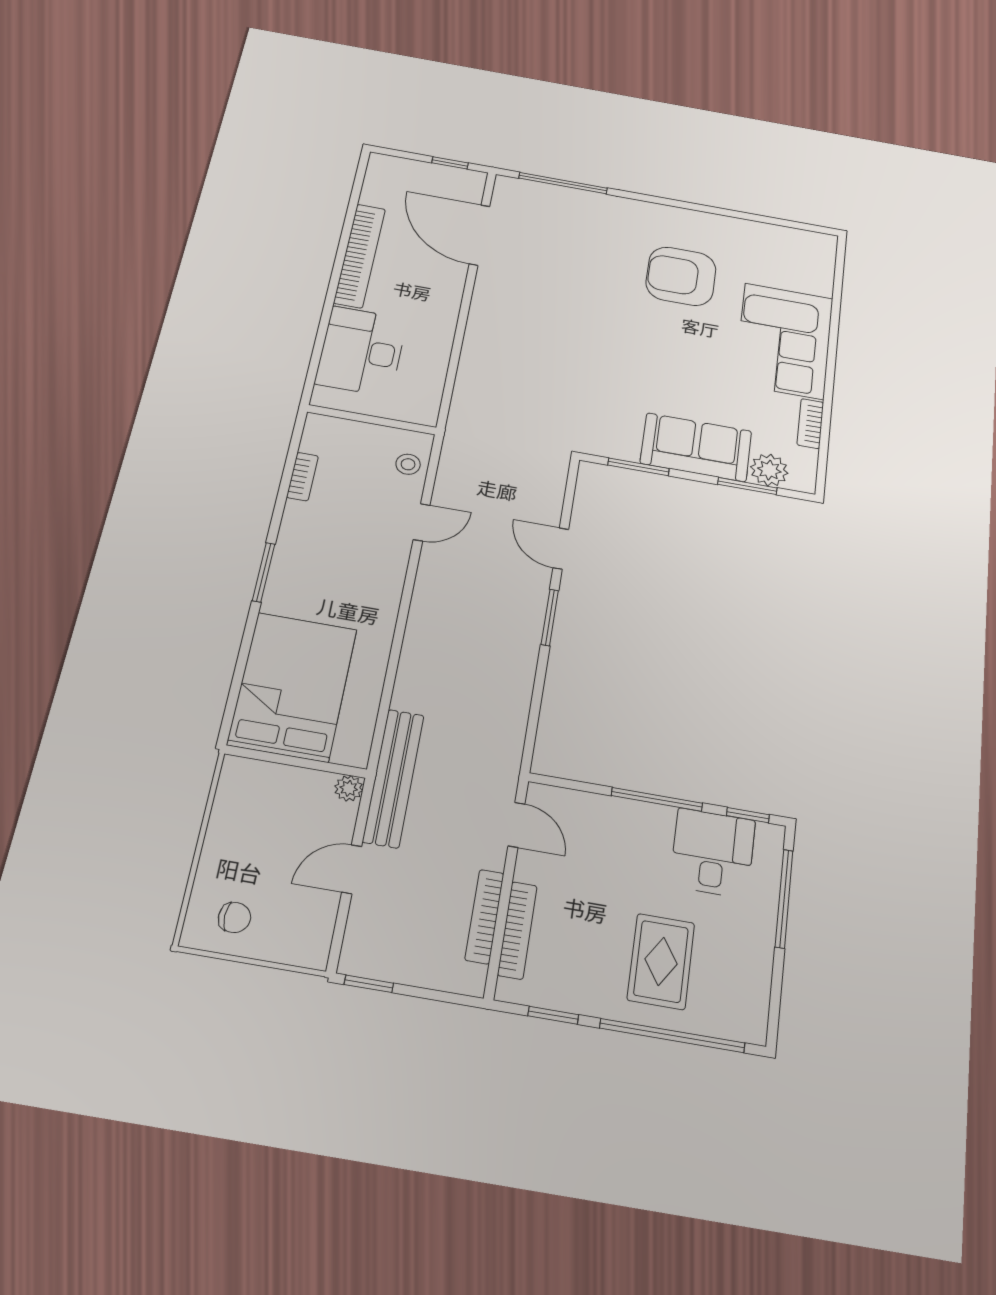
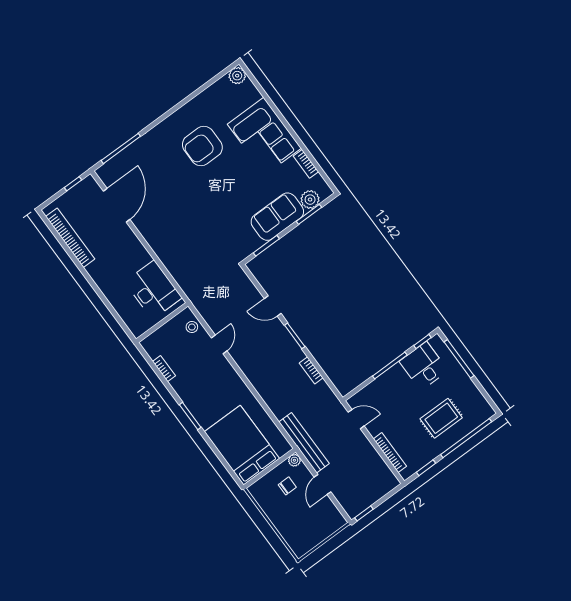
door: (479, 235) -> (117, 205), swing flipped
plant: (821, 245) -> (237, 76), added
bookcase: (360, 256) -> (70, 238), moved
desk: (361, 351) -> (153, 290), moved, turned 180
bookcase: (484, 916) -> (311, 370), moved, width x0.64
chair: (235, 918) -> (287, 486), moved
rug: (661, 961) -> (441, 418), turned 90

